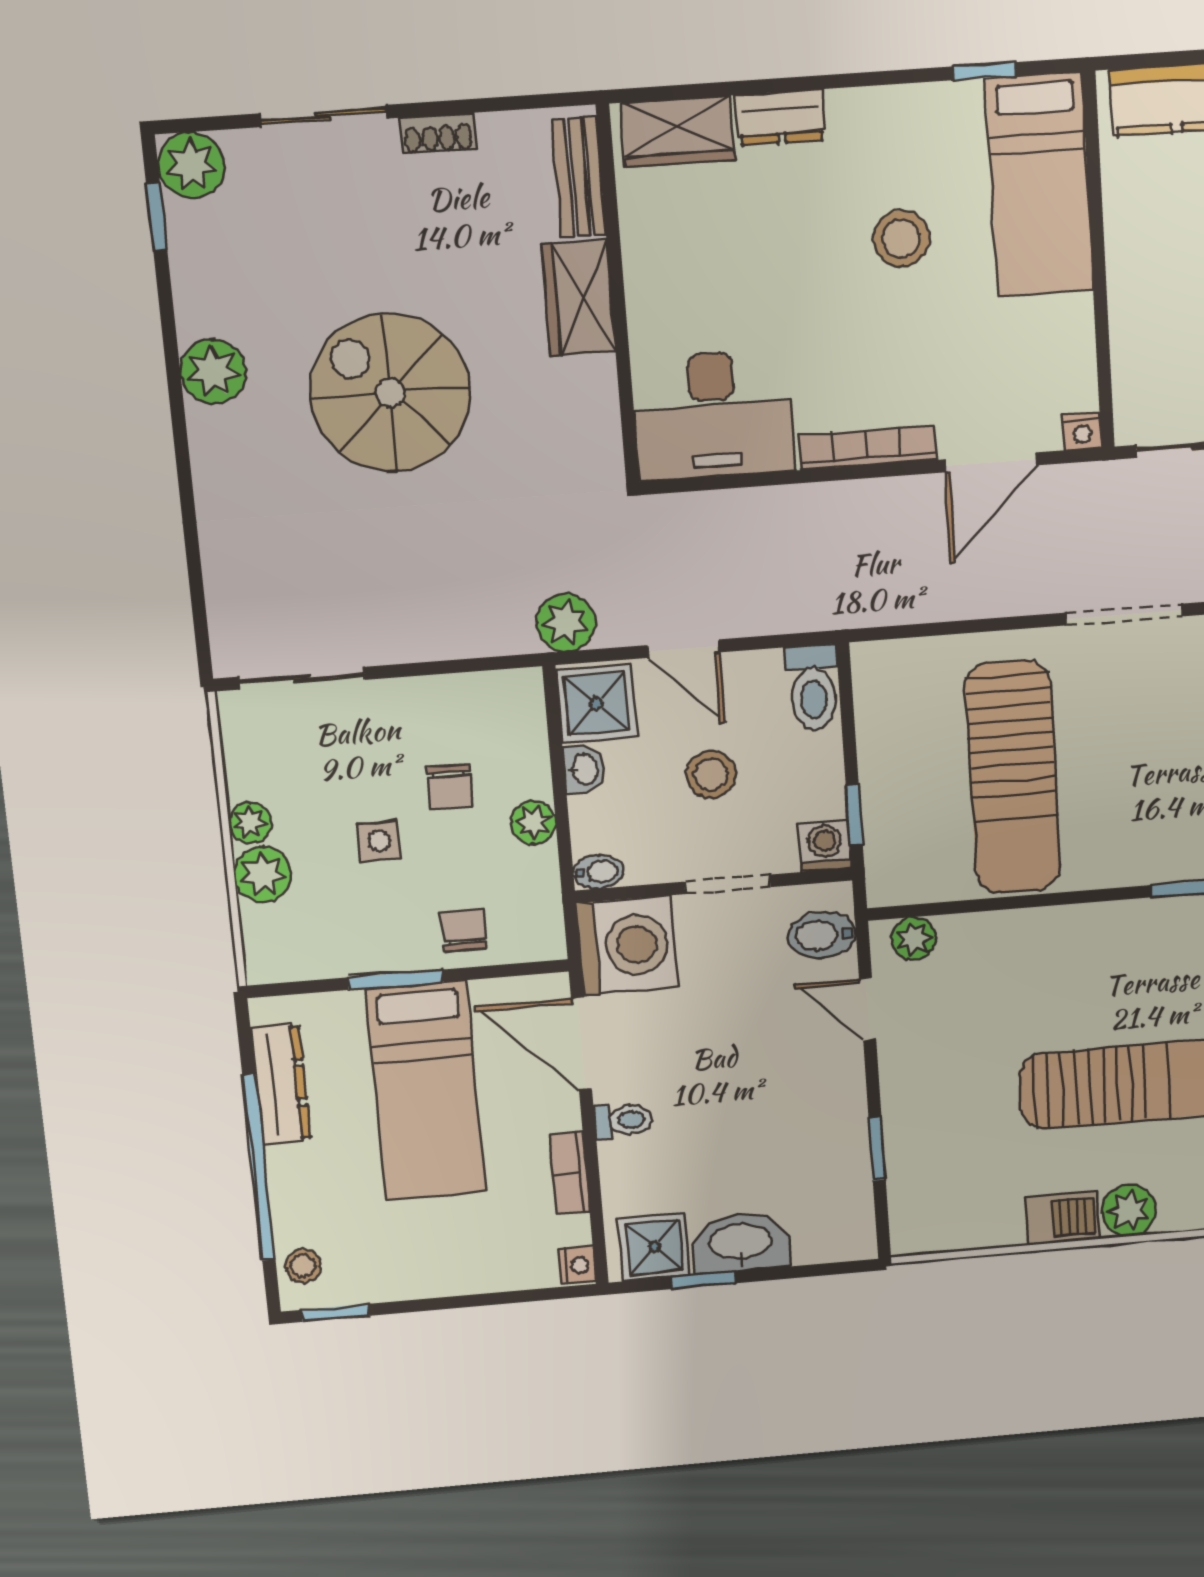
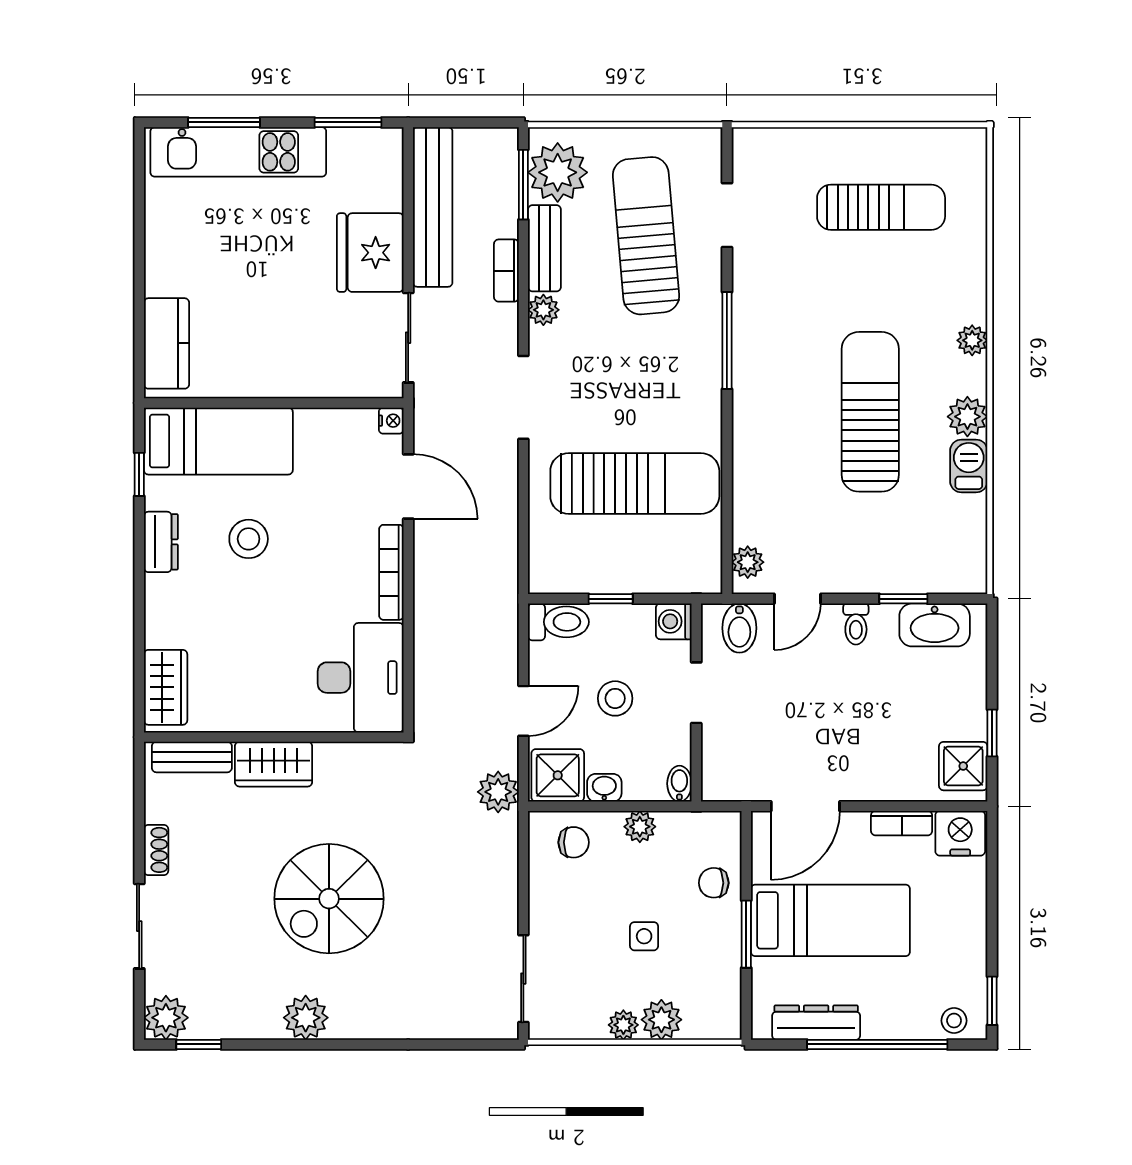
dresser: (780, 117) -> (161, 542), moved
chair: (450, 787) -> (574, 842), moved
window: (854, 815) -> (611, 599), moved
washing machine: (627, 945) -> (735, 768), removed
toilet: (623, 1120) -> (856, 624), moved, turned 180
washbasin: (740, 1243) -> (935, 625), moved, turned -90
nightstand: (577, 1265) -> (960, 833), width x1.89, depth x1.79

